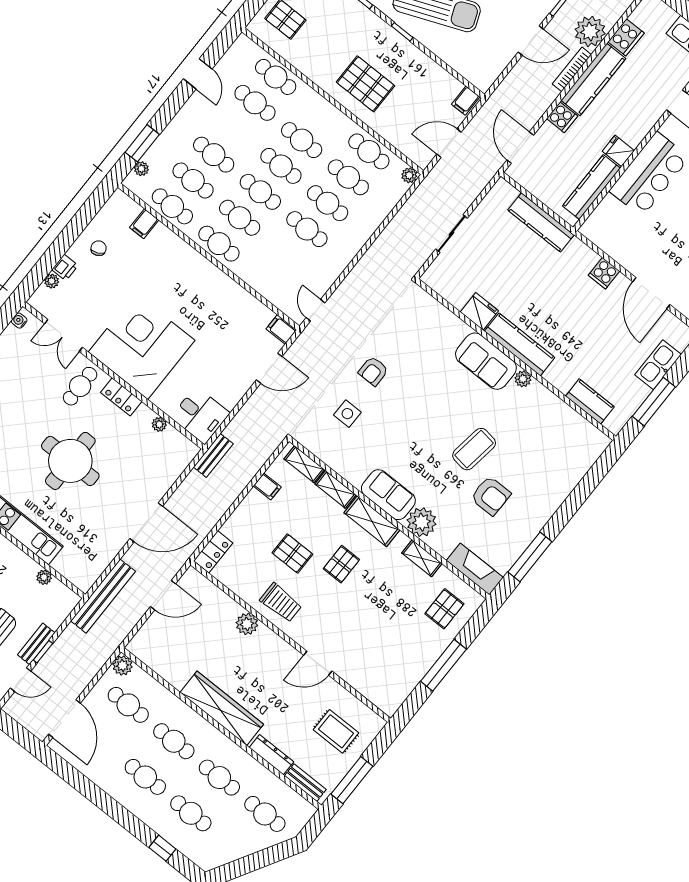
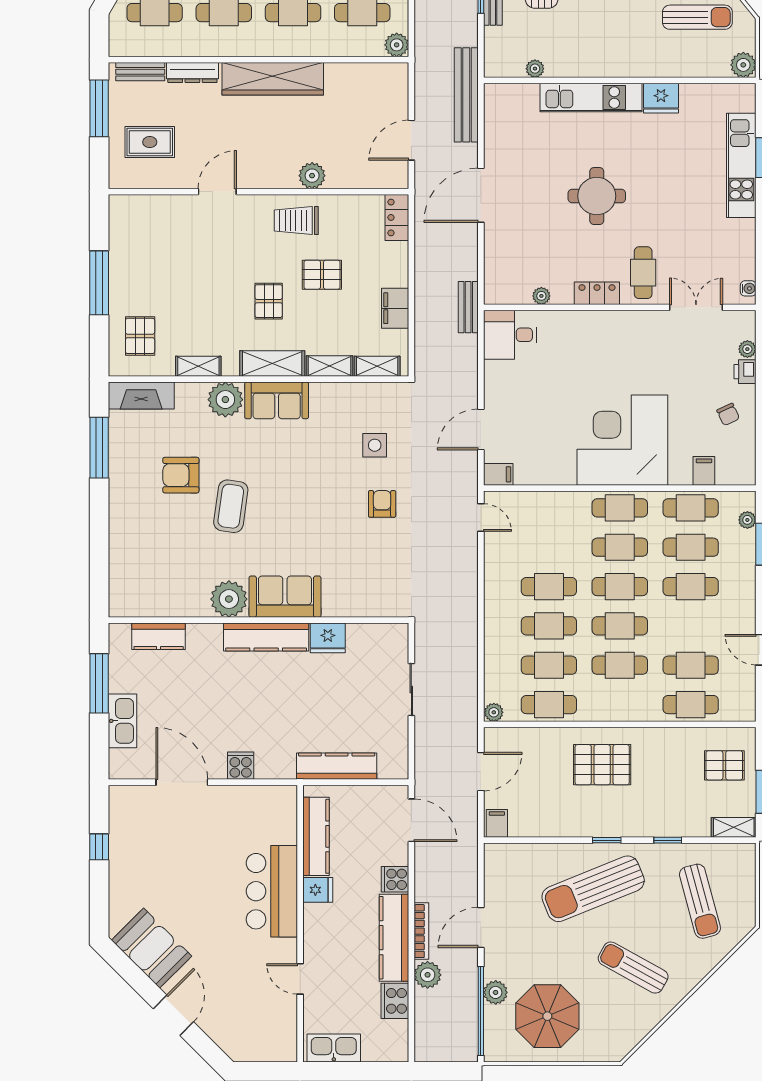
plant: (590, 32) -> (428, 975), width x0.73, depth x0.73
corner desk: (142, 346) -> (622, 440), moved, turned 180
plant: (523, 379) -> (229, 599), width x1.87, depth x1.87
round table: (70, 461) -> (597, 196), width x0.73, depth x0.73
filing cabinet: (267, 486) -> (395, 308), width x2.00

